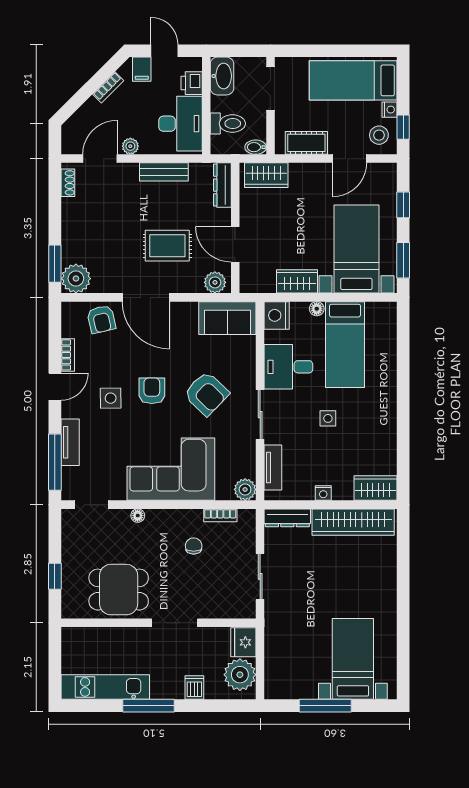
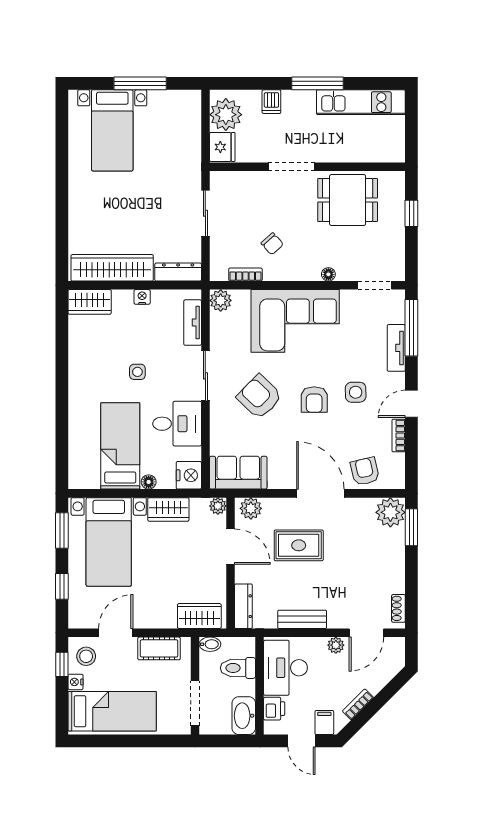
plant: (248, 285) -> (218, 506), added
chair: (194, 546) -> (272, 244), turned -42

